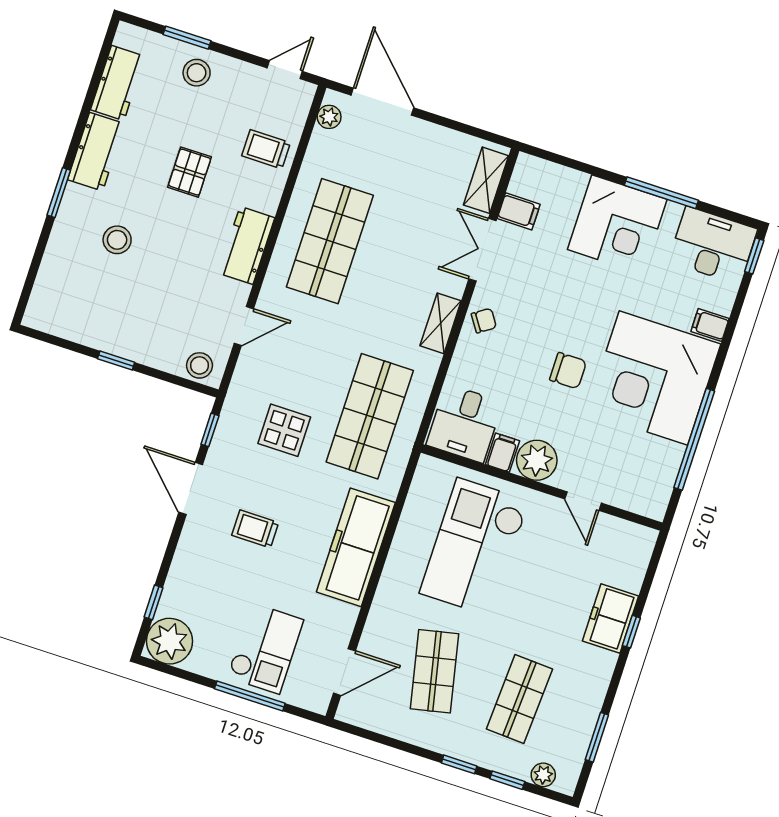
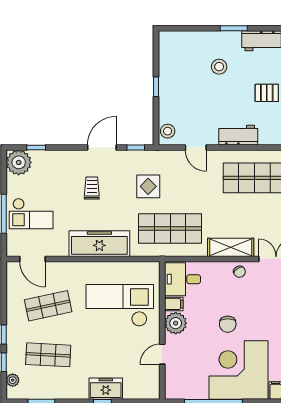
shelving: (441, 323) -> (231, 247), width x1.50, depth x1.33

